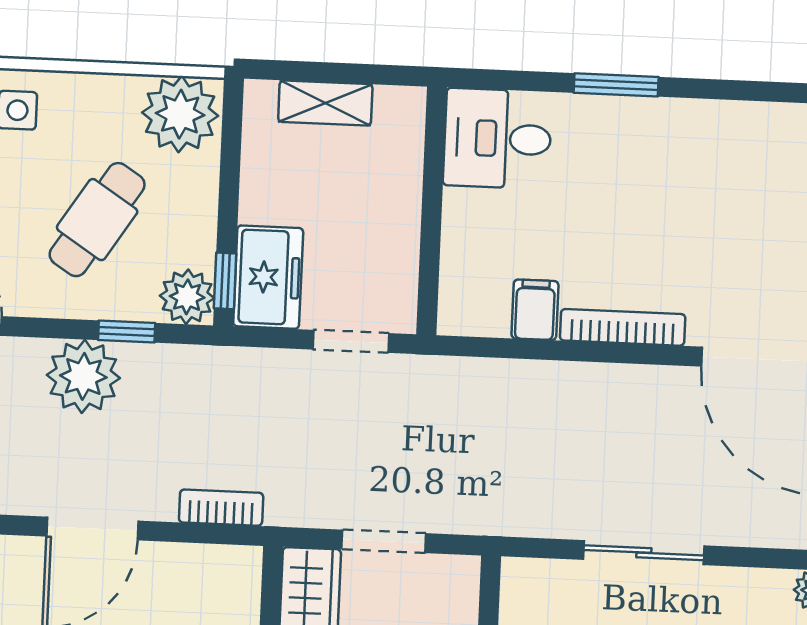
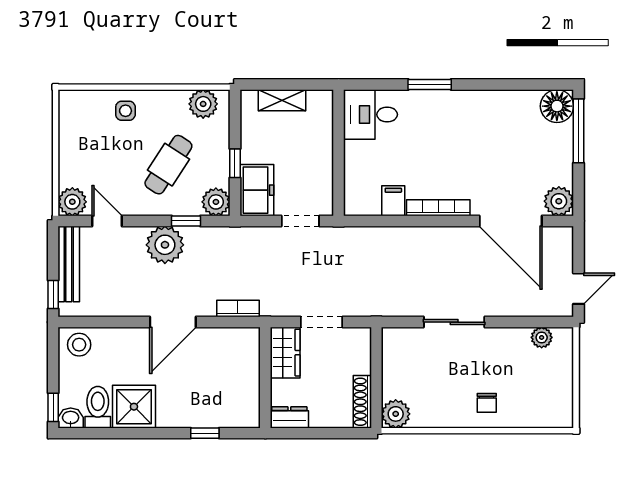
plant: (180, 114) -> (203, 104), width x0.73, depth x0.73
window: (225, 281) -> (235, 163), moved

